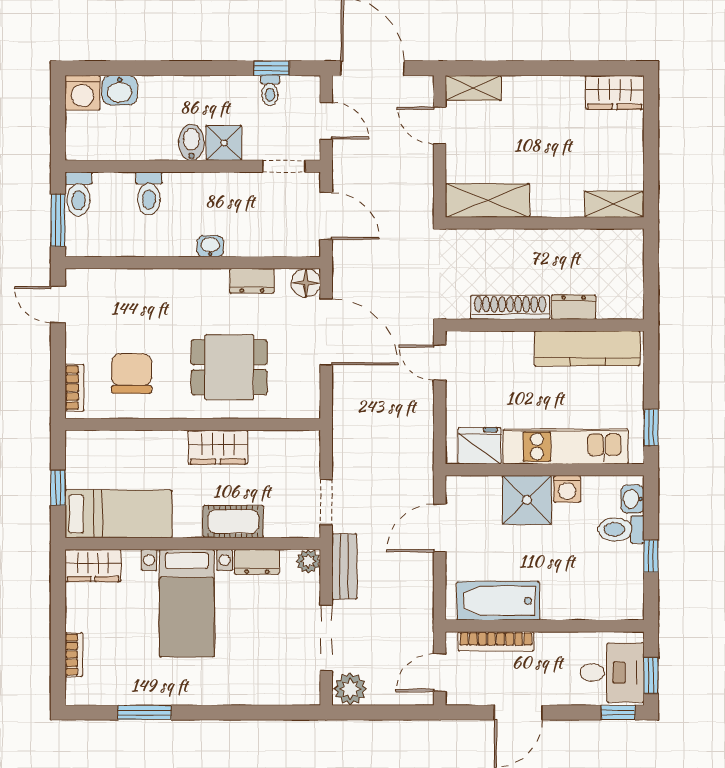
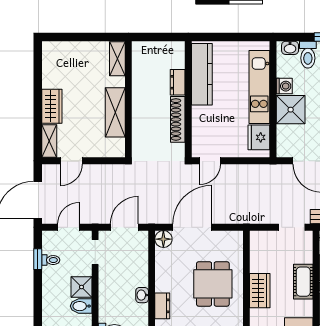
wardrobe: (615, 92) -> (52, 106), moved
shelving: (487, 200) -> (115, 112), moved
dresser: (252, 281) -> (162, 306), moved
window: (651, 427) -> (248, 37), removed

